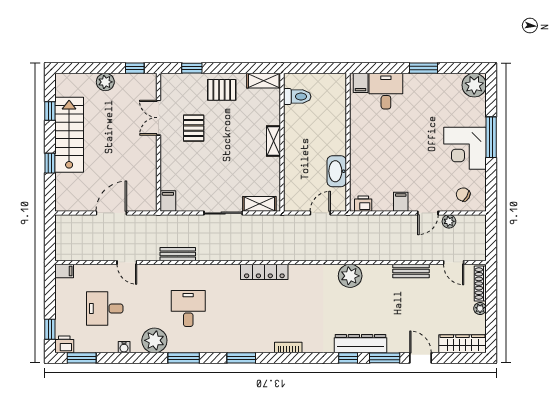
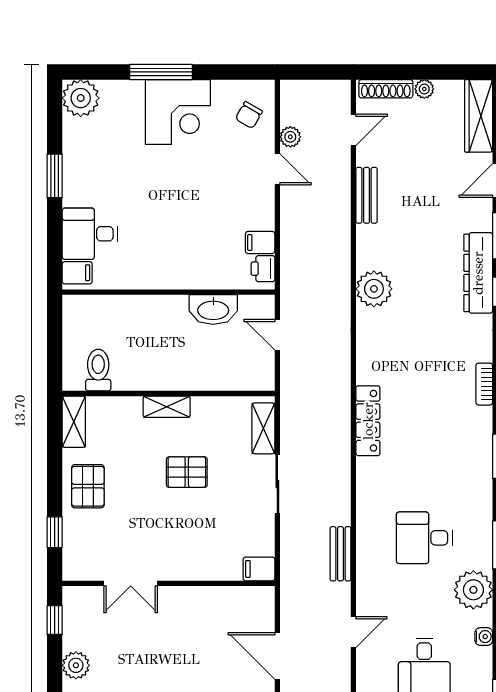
pallet: (194, 128) -> (187, 472), moved
filing cabinet: (401, 202) -> (260, 242), moved

